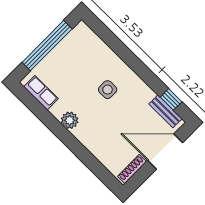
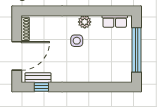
side table: (108, 90) -> (77, 41), moved

